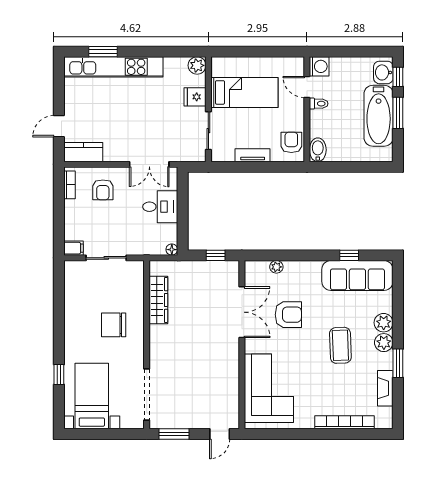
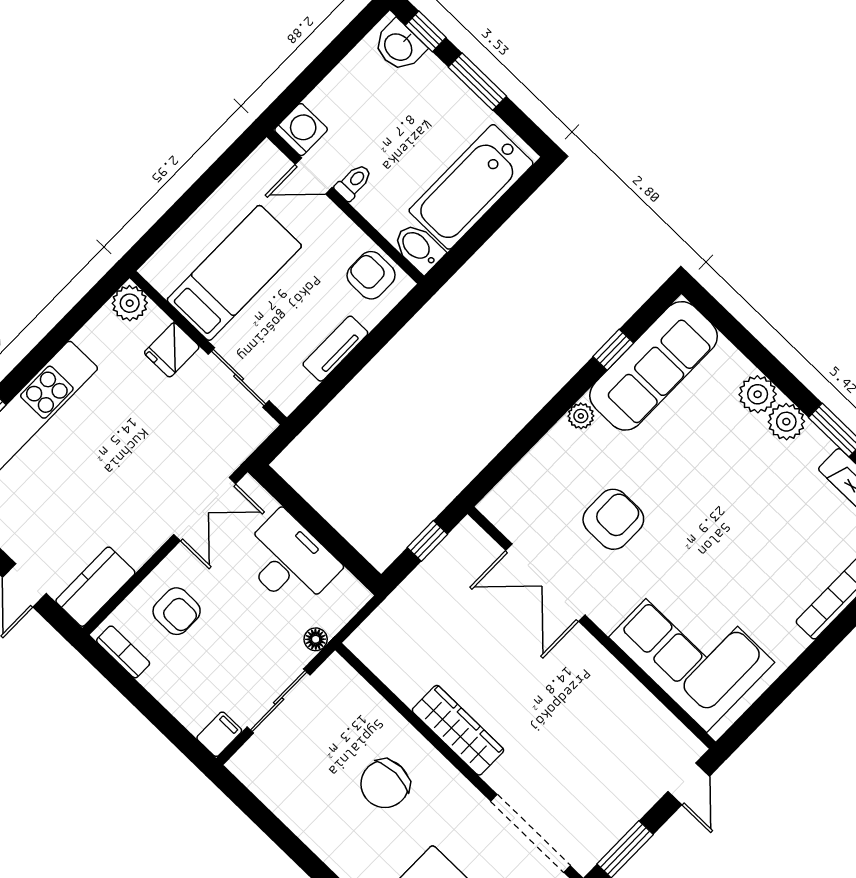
bathtub: (379, 116) -> (471, 187), moved, turned 90
desk: (160, 207) -> (289, 561), width x1.37
floor lamp: (172, 250) -> (316, 639), moved
plant: (276, 267) -> (581, 416), moved
wardrobe: (158, 300) -> (458, 730), moved
double door: (242, 312) -> (545, 583), swing flipped
coffee table: (340, 345) -> (730, 488), removed

